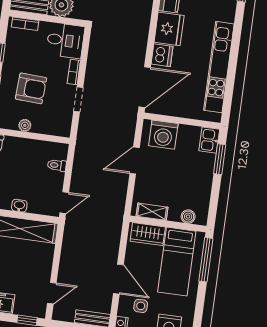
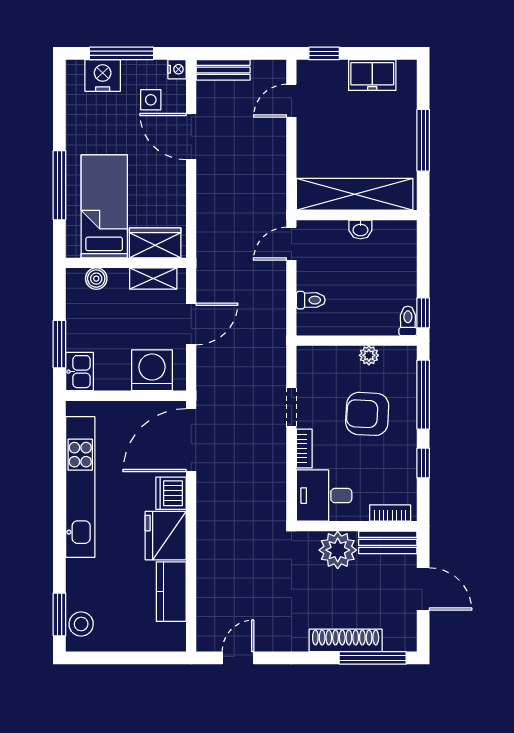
shelving: (152, 212) -> (153, 278), moved
boiler: (188, 217) -> (96, 279), moved
wall: (168, 224) -> (126, 263), moved
wardrobe: (148, 234) -> (155, 243), moved
bed: (177, 262) -> (104, 206), moved

